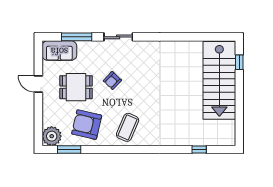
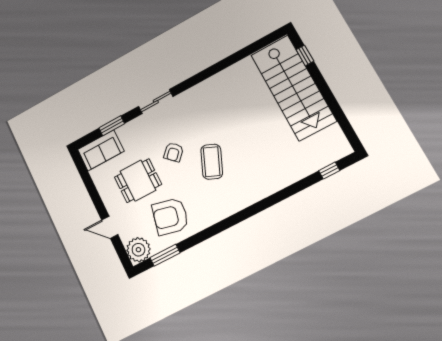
window: (77, 37) -> (112, 126), width x0.69
door: (38, 84) -> (110, 227), moved
coffee table: (128, 127) -> (212, 162), moved
window: (199, 150) -> (329, 171), moved

